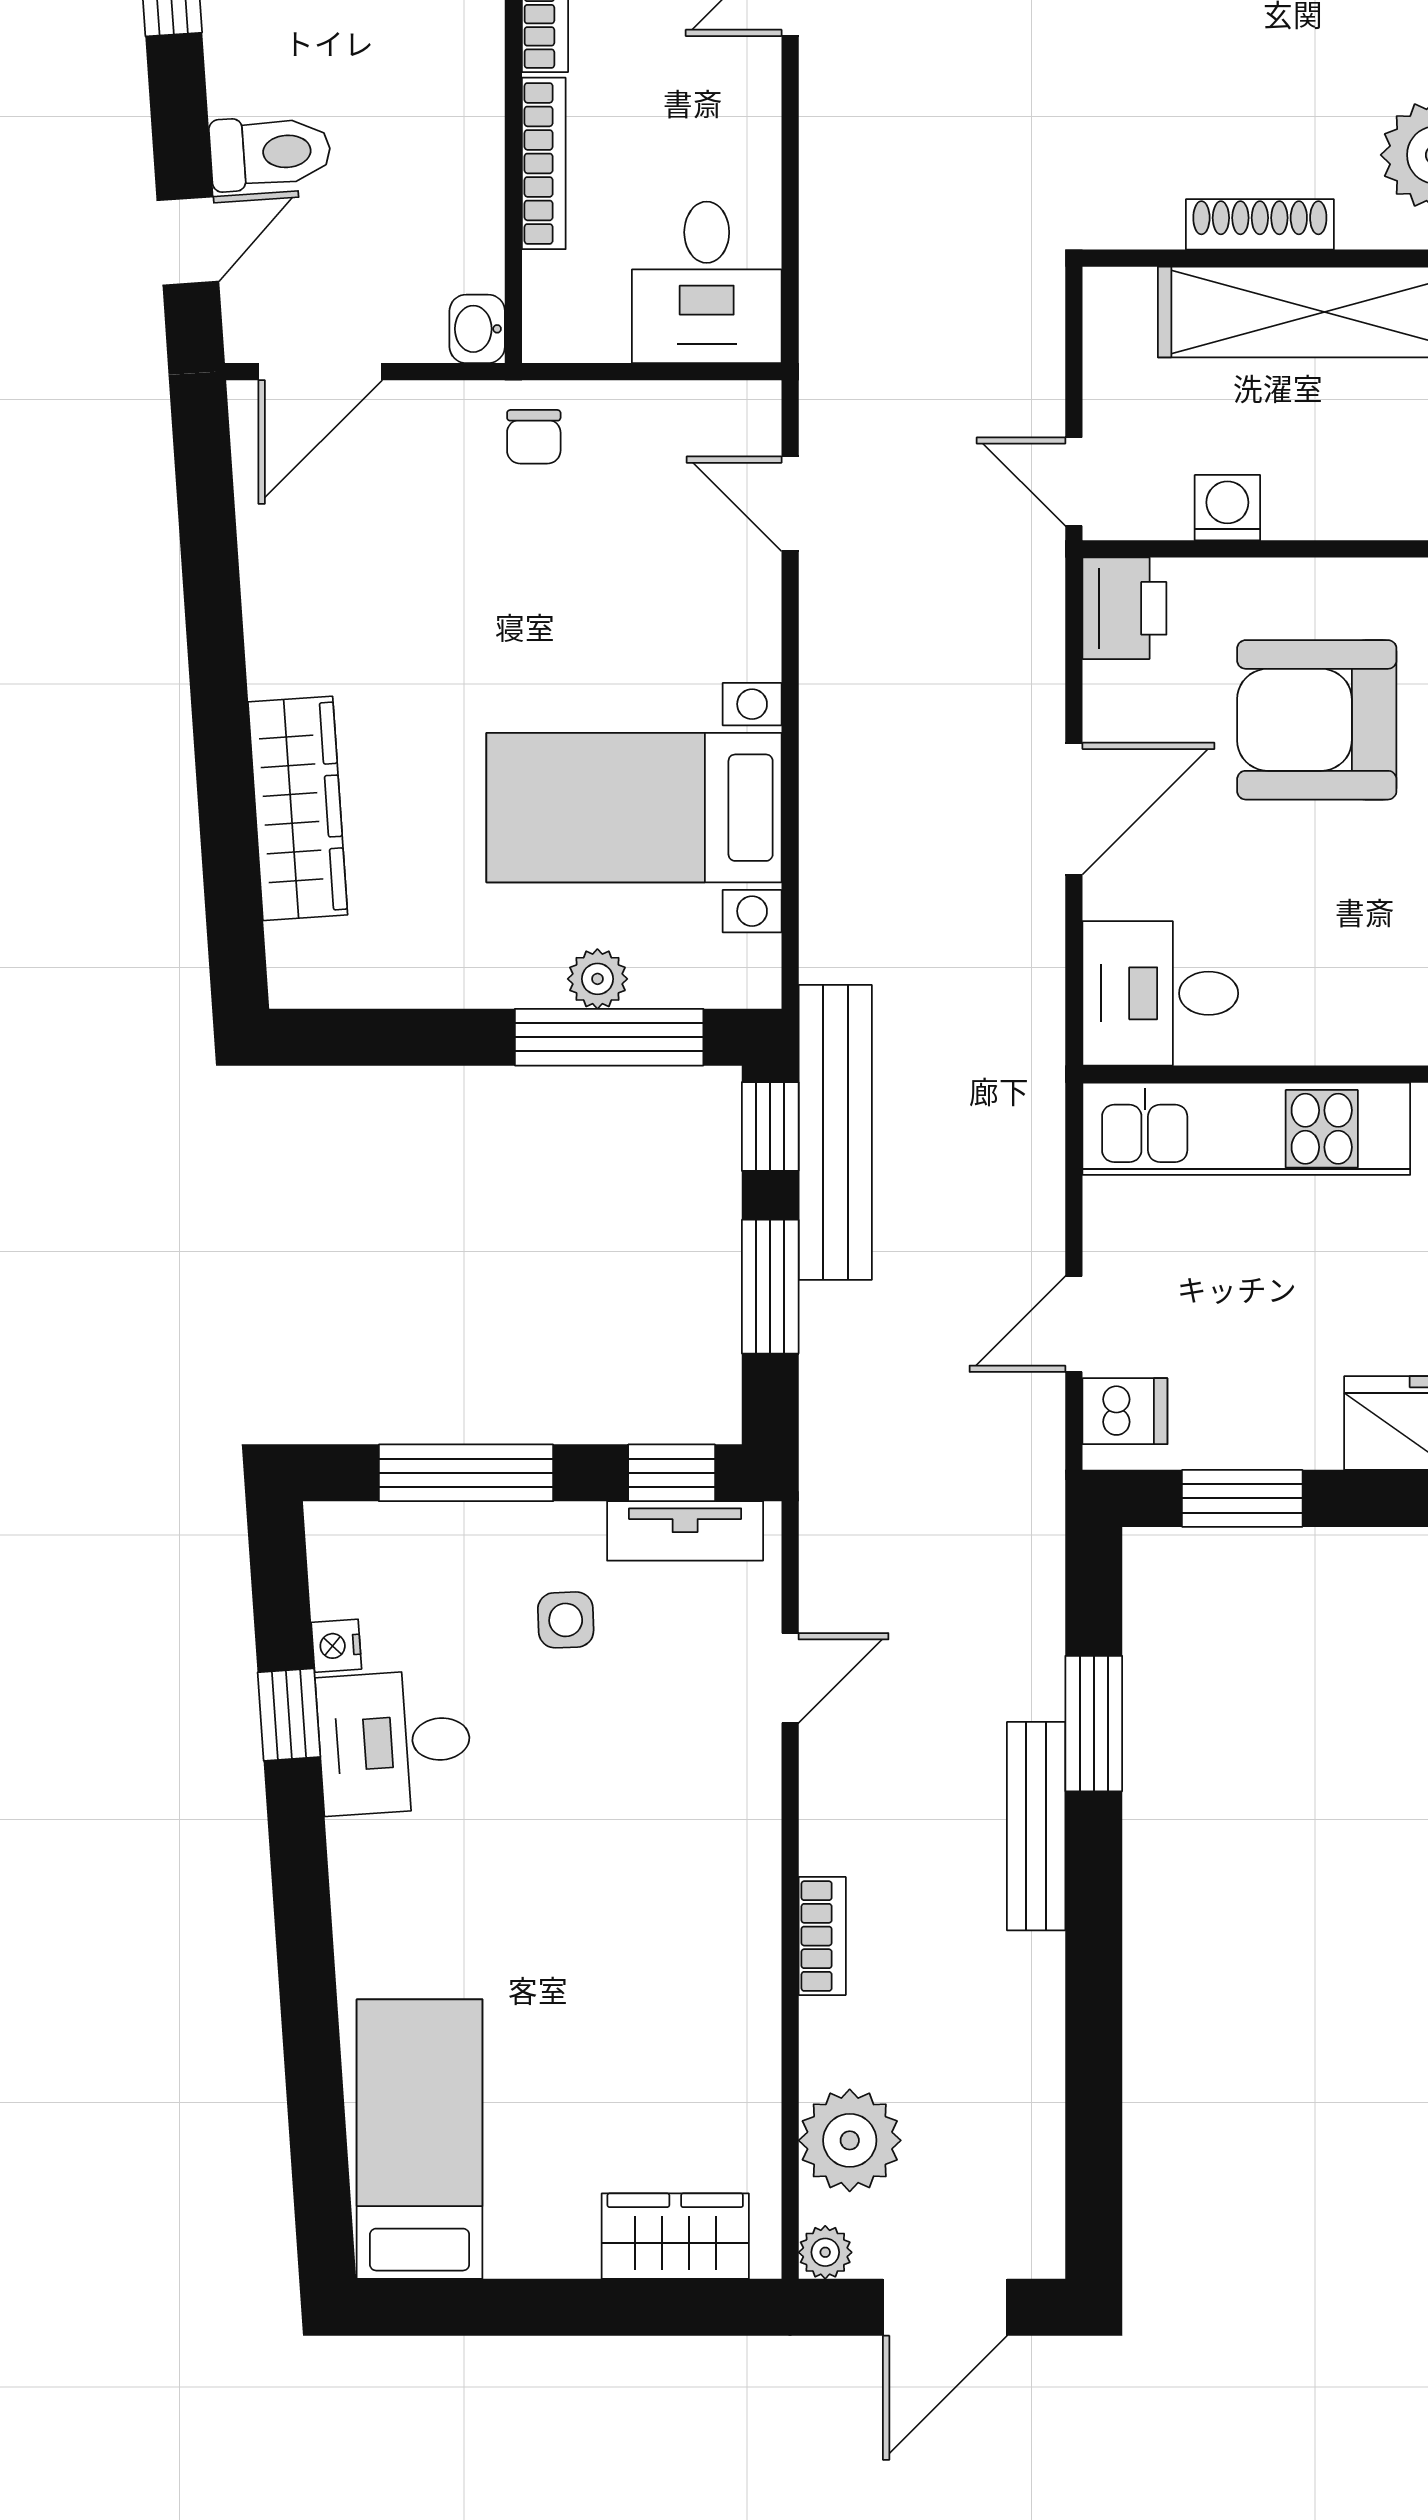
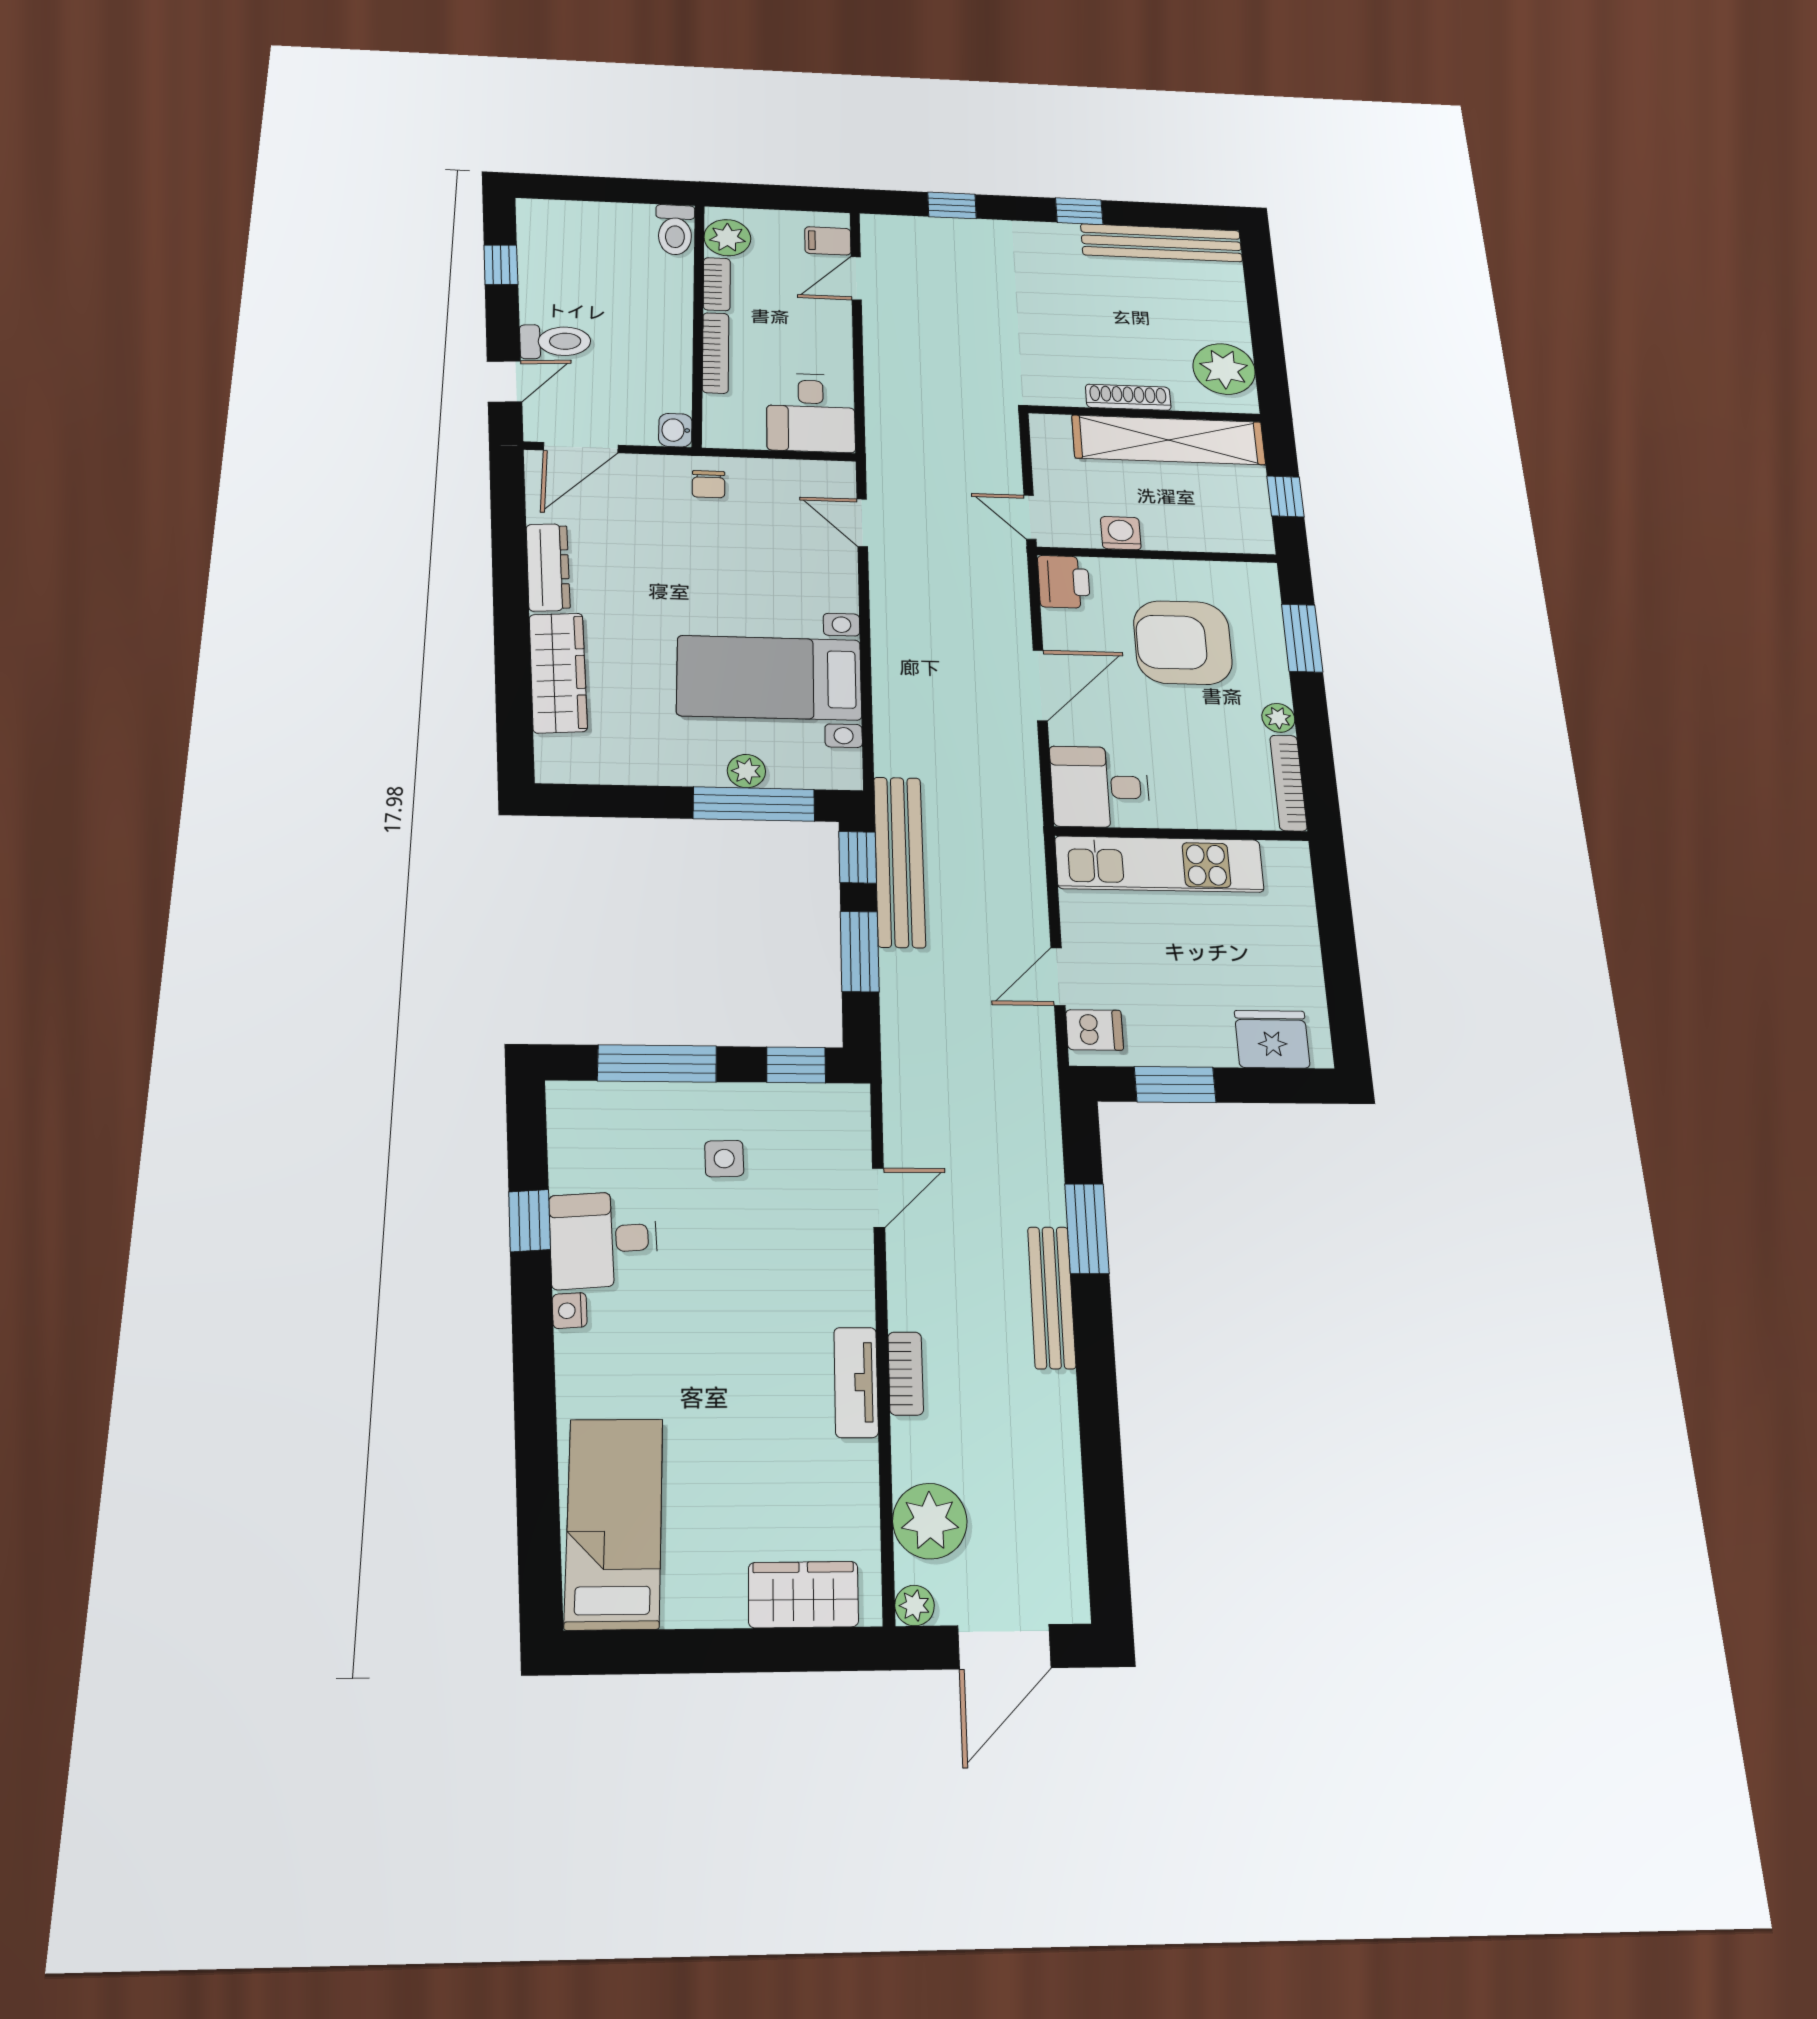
dresser: (275, 610) -> (548, 567), added
tv unit: (685, 1531) -> (856, 1382), moved, turned 90
nightstand: (336, 1646) -> (570, 1311), moved

